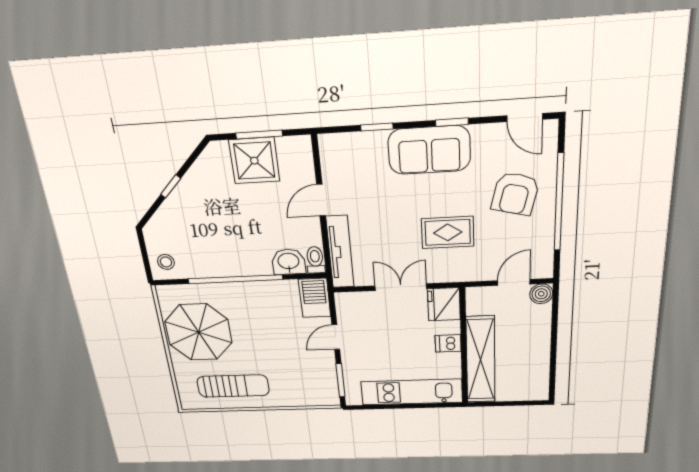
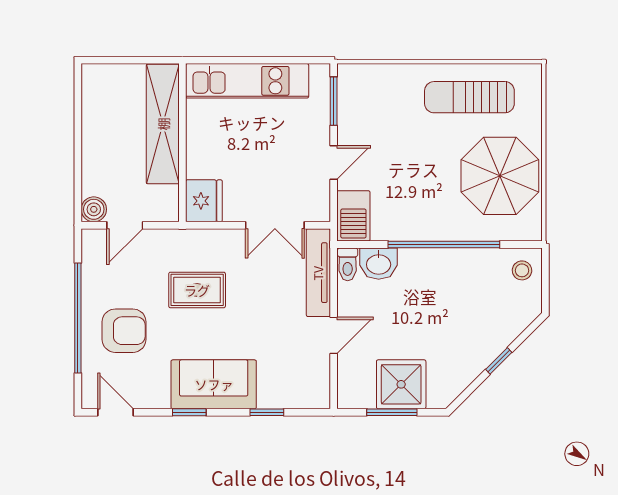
armchair: (515, 194) -> (124, 331), turned 76
double door: (401, 287) -> (275, 225), moved
dishwasher: (448, 343) -> (201, 148), removed

